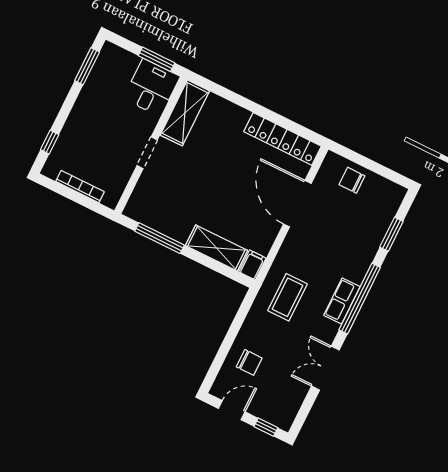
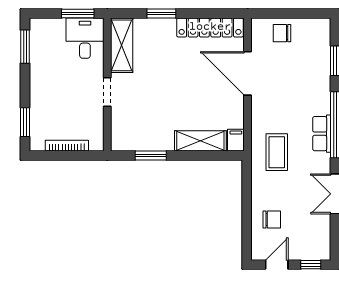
window: (240, 101) -> (161, 13), added
window: (50, 142) -> (25, 122), width x1.50
window: (159, 238) -> (151, 156), width x0.69

